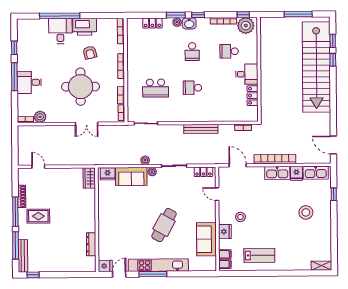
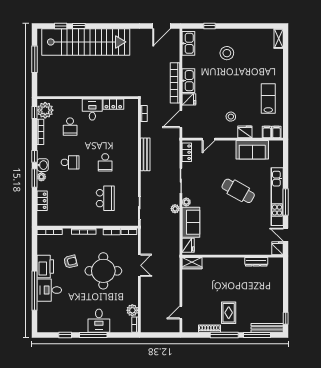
fridge: (296, 173) -> (189, 99), moved

